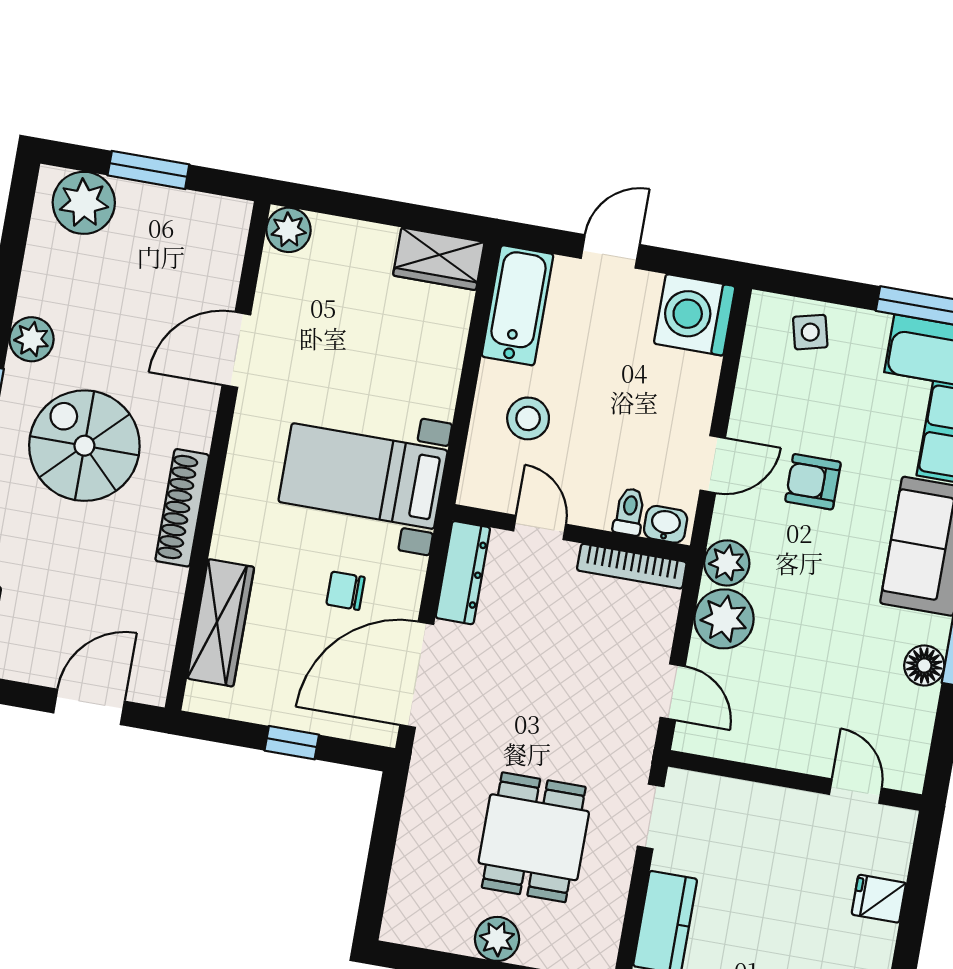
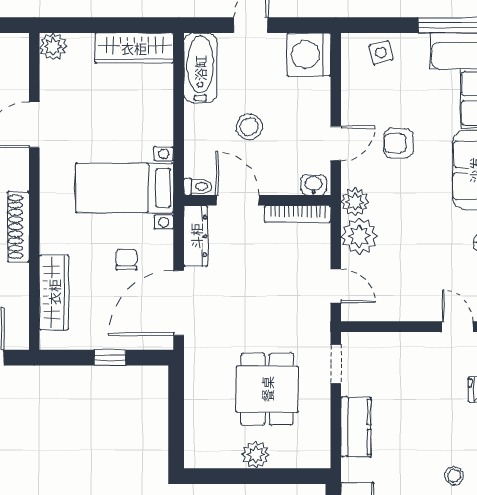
wardrobe: (439, 259) -> (134, 48), width x1.50
stool: (528, 418) -> (249, 127), moved
toilet: (629, 512) -> (198, 187), moved, turned 90
door: (540, 528) -> (237, 200), width x1.37
chair: (346, 591) -> (126, 260), turned 90

